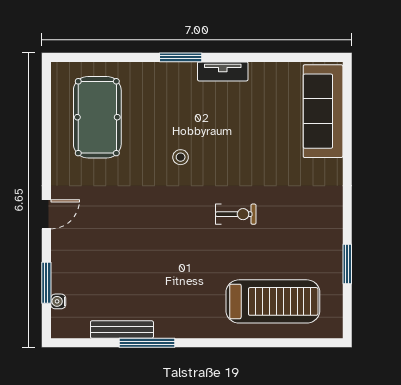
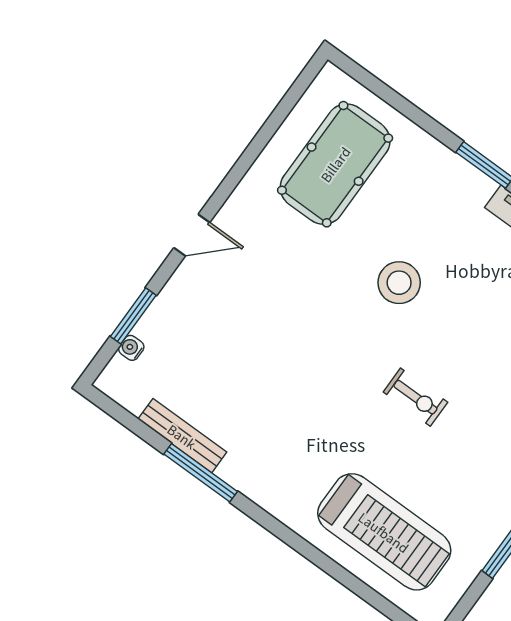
stool: (181, 157) -> (399, 283), width x1.89, depth x1.89

